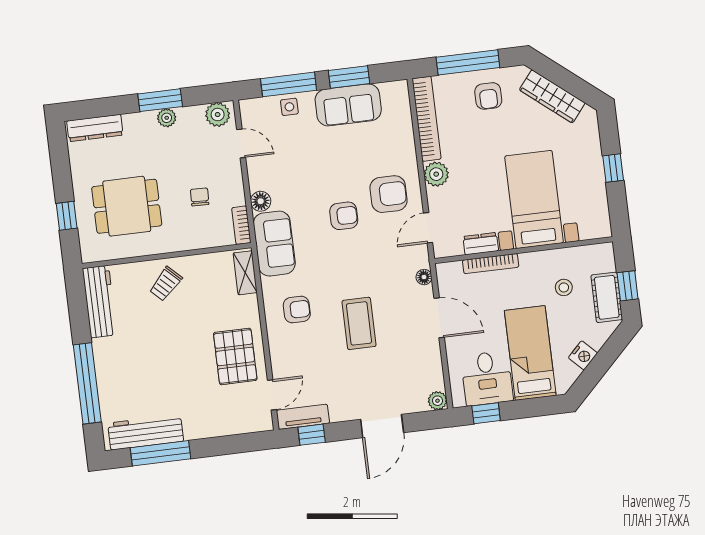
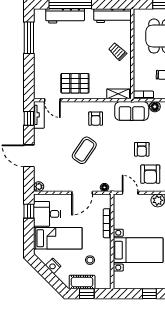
dresser: (481, 244) -> (118, 219), removed
coffee table: (359, 323) -> (84, 150), turned -56
workbench: (146, 432) -> (65, 16), moved, turned 90

